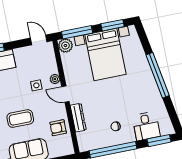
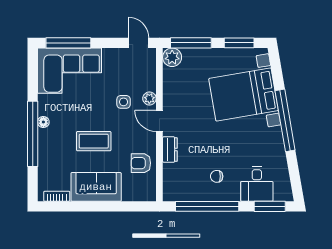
bed with nightstands: (105, 55) -> (244, 95), moved, turned 80
dresser: (78, 118) -> (170, 150), width x0.70

